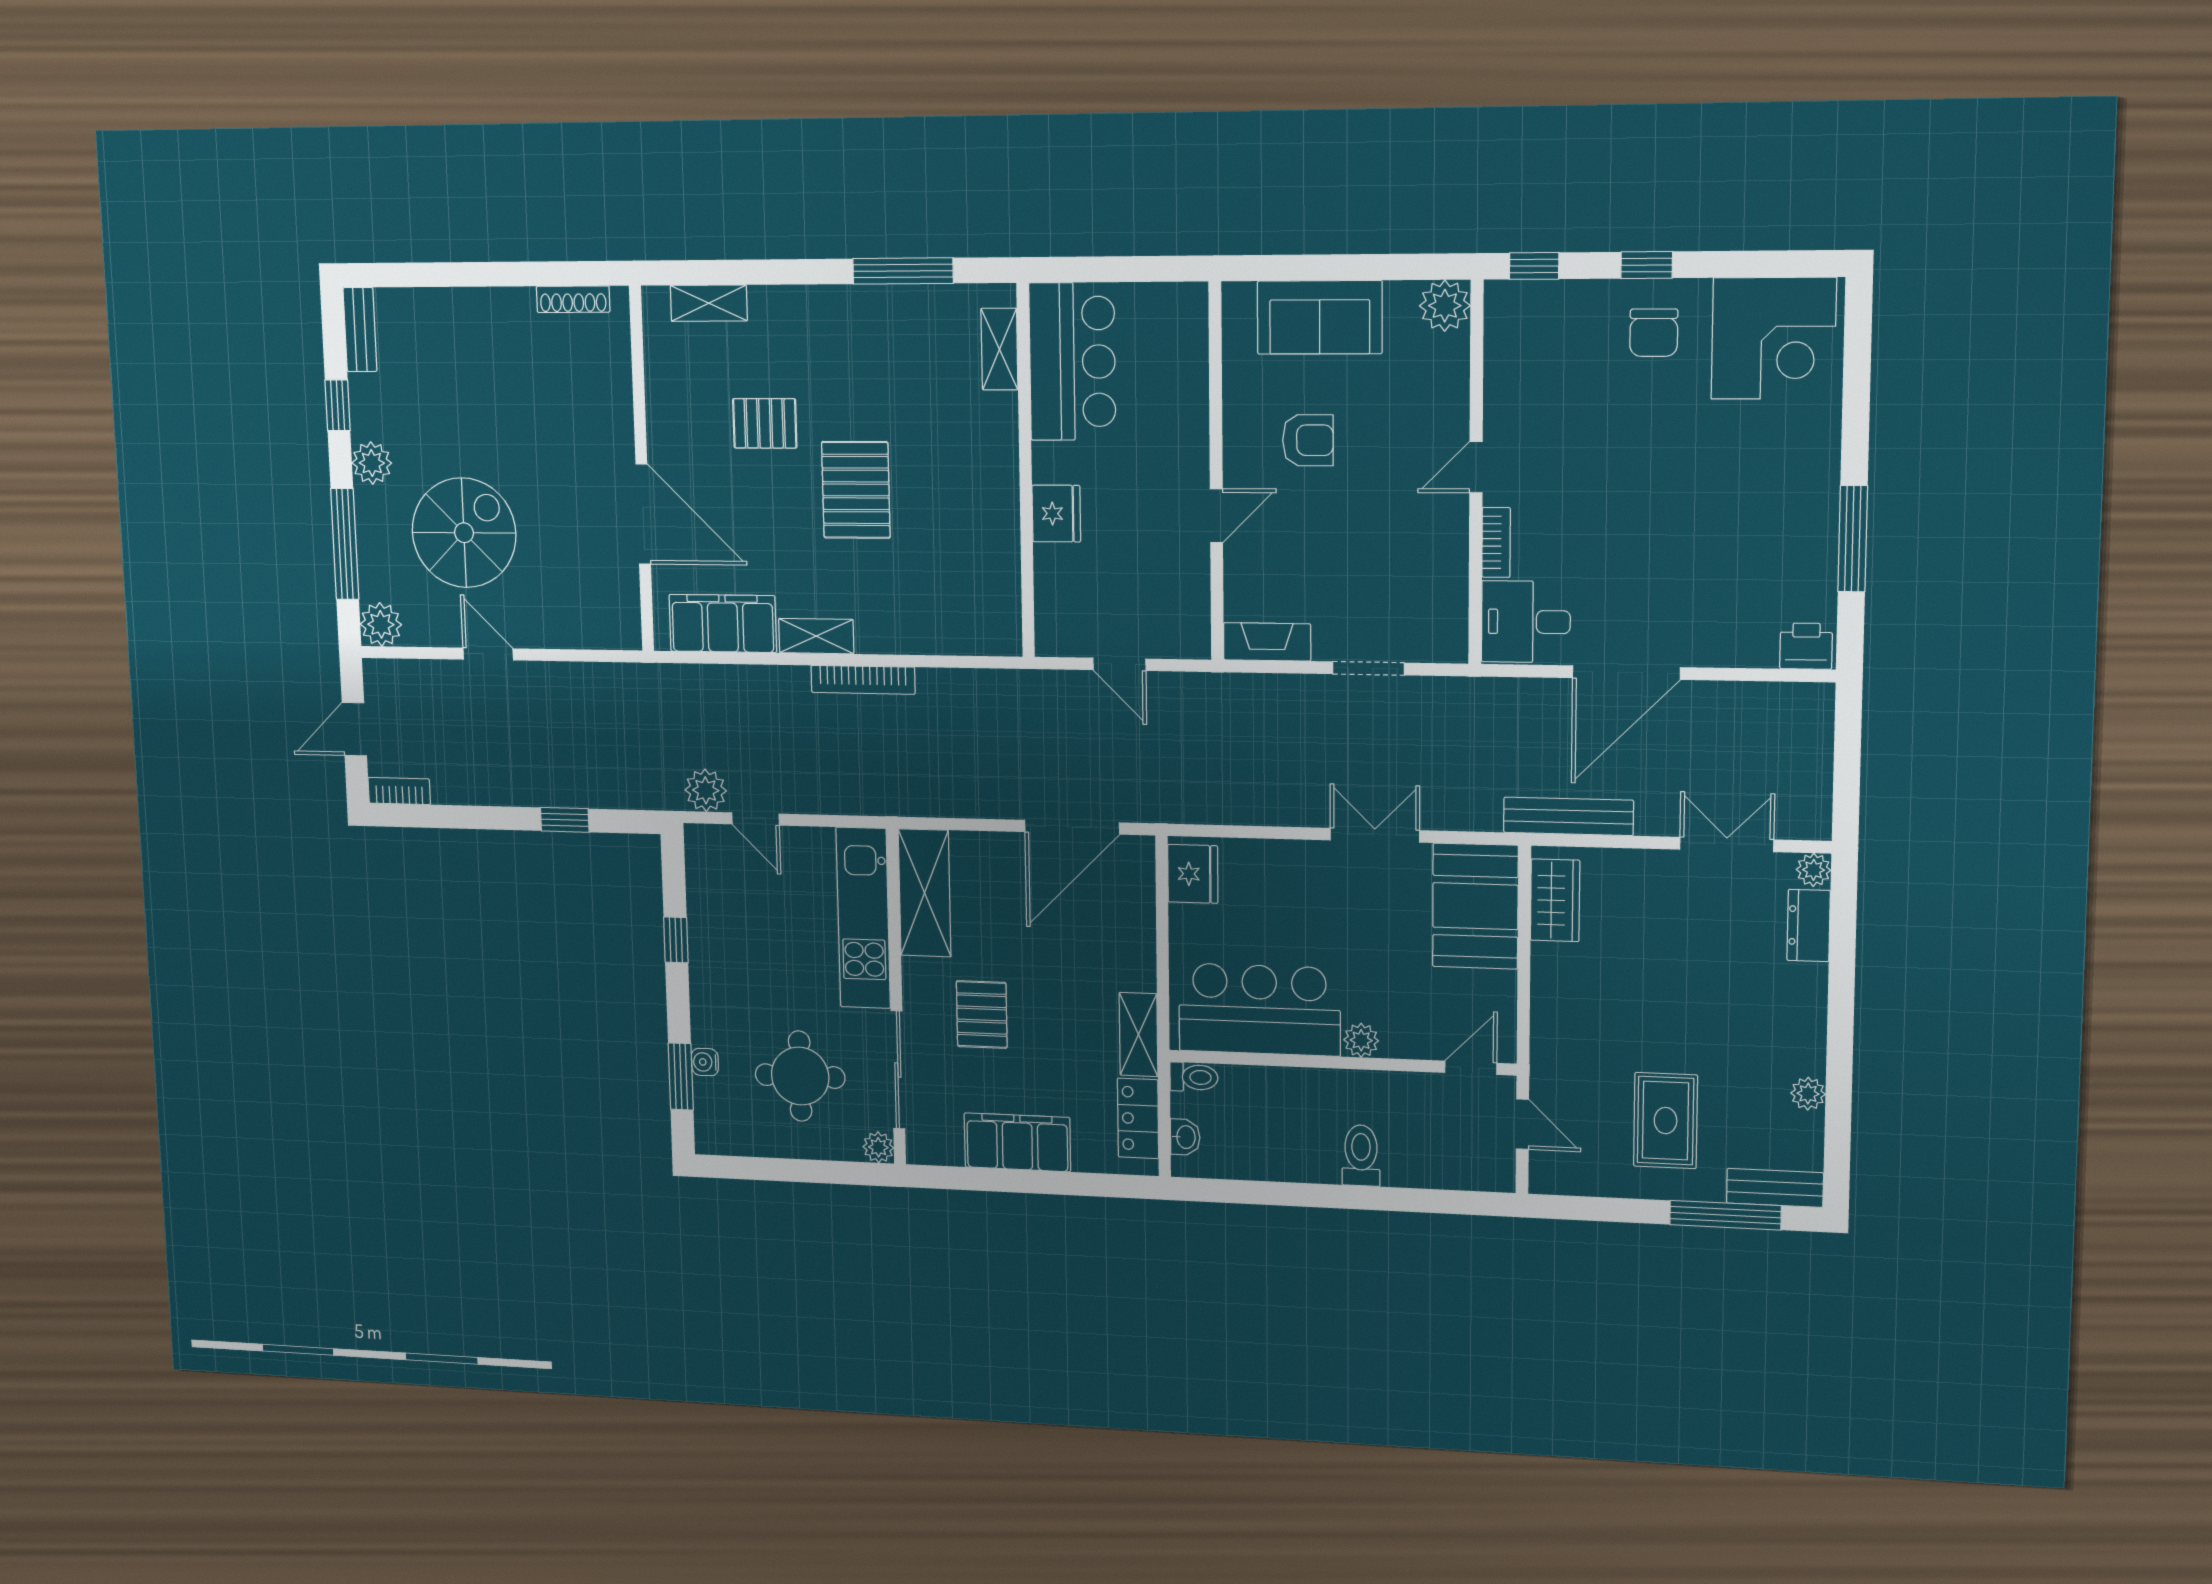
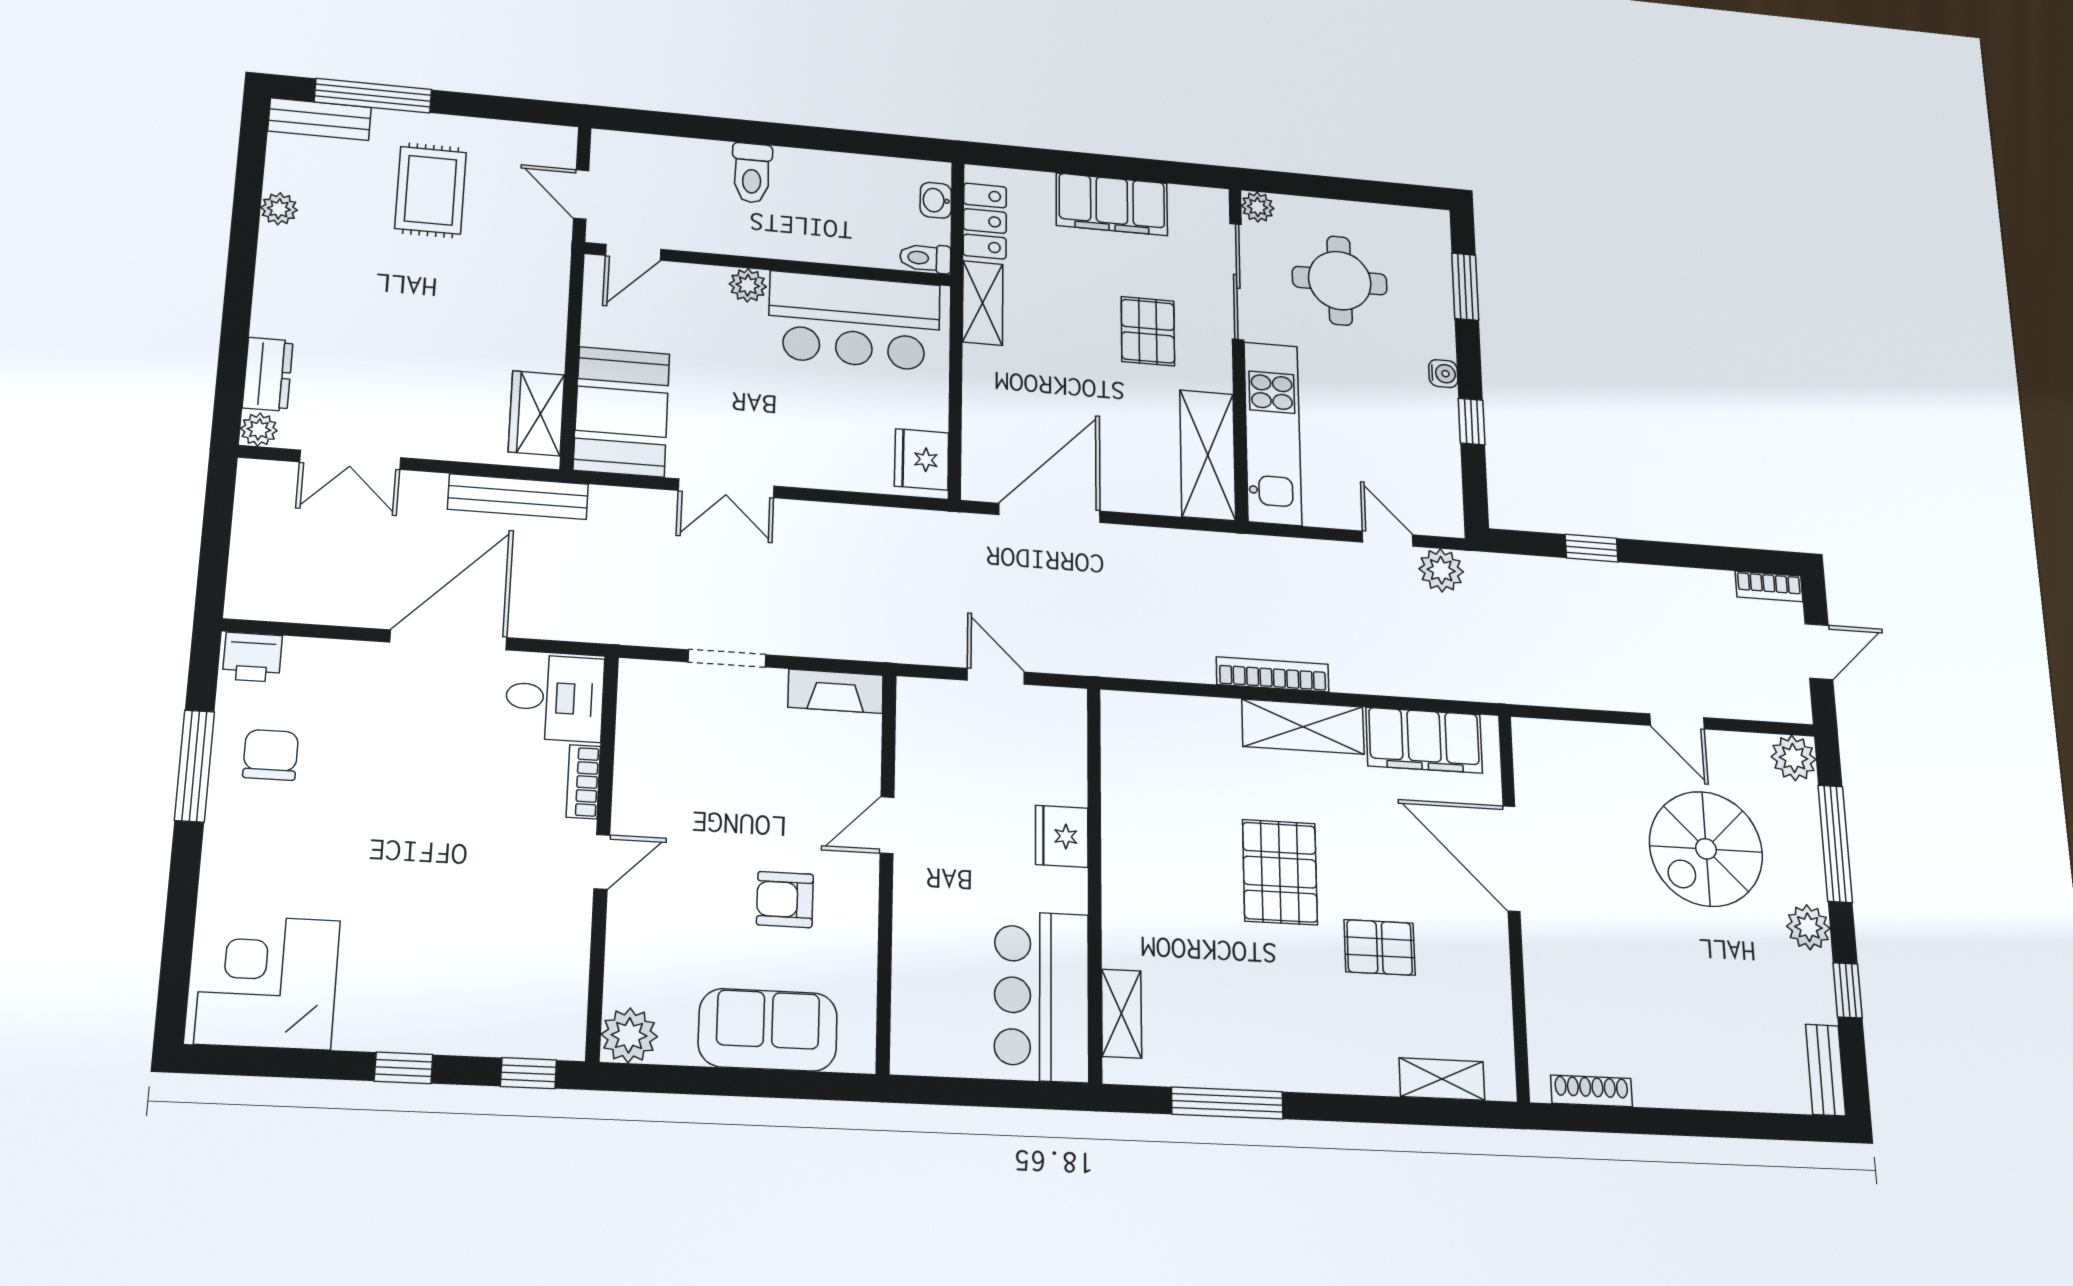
chair: (1654, 333) -> (271, 755), moved
shelving: (816, 636) -> (1303, 727), width x1.50, depth x1.33
water cooler: (705, 1062) -> (1443, 374), moved

